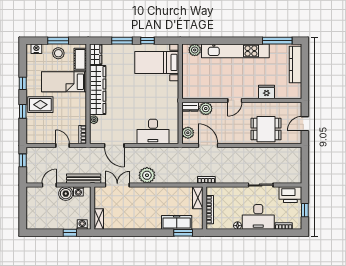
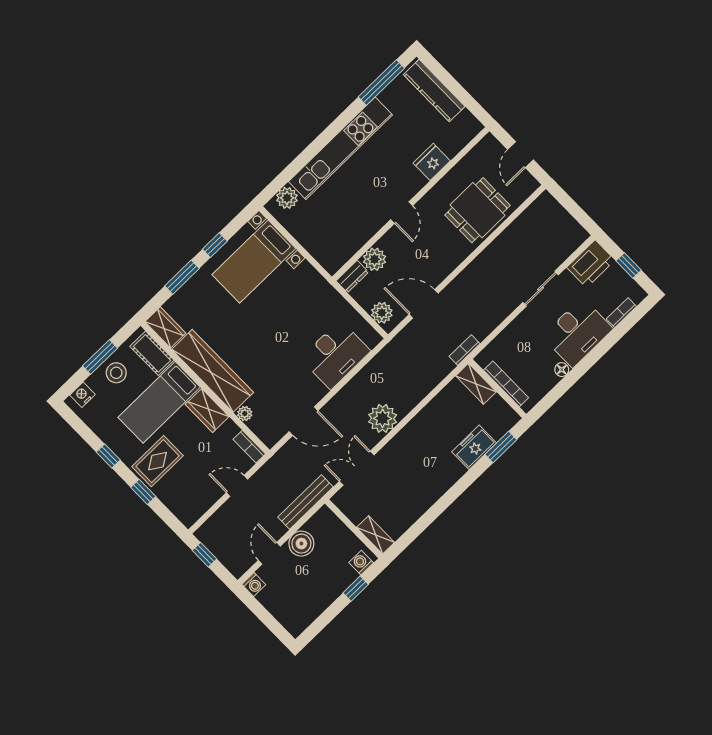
wardrobe: (80, 104) -> (207, 410), added
washing machine: (78, 191) -> (254, 585), moved
freezer: (177, 222) -> (474, 447), width x0.71

